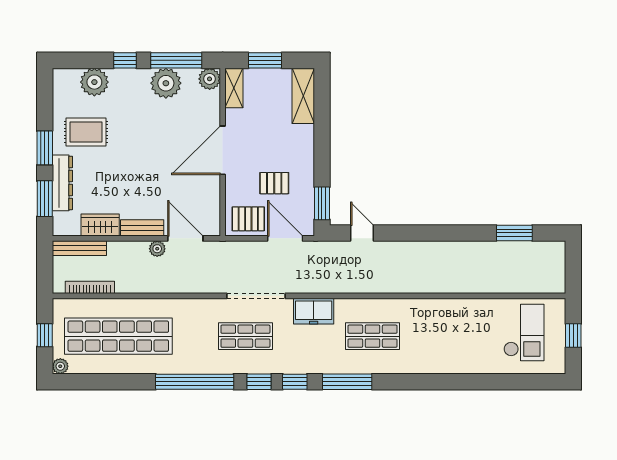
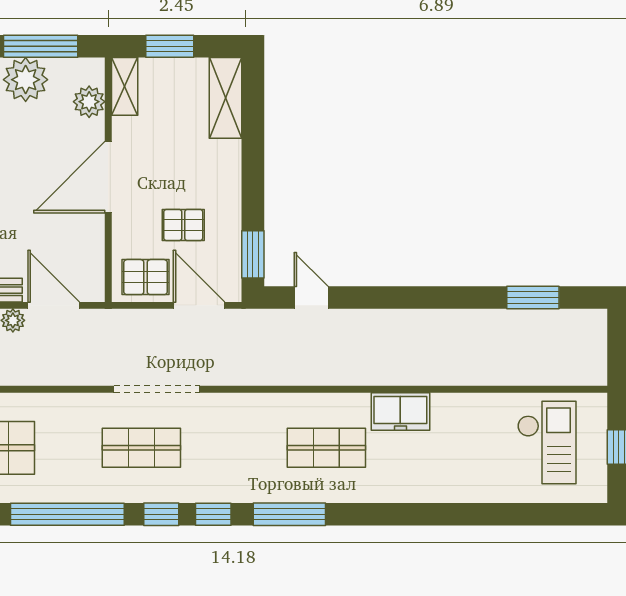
plant: (210, 79) -> (89, 102), moved
freezer: (314, 311) -> (400, 411), moved

